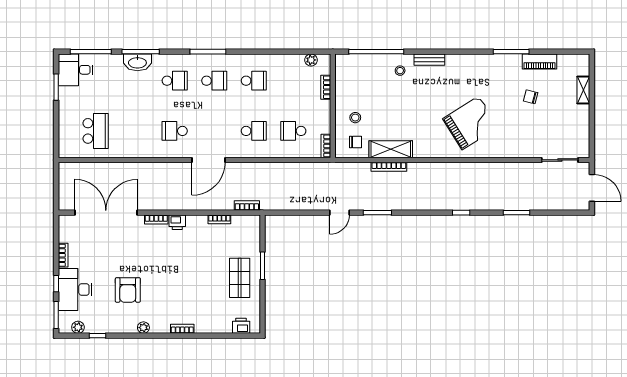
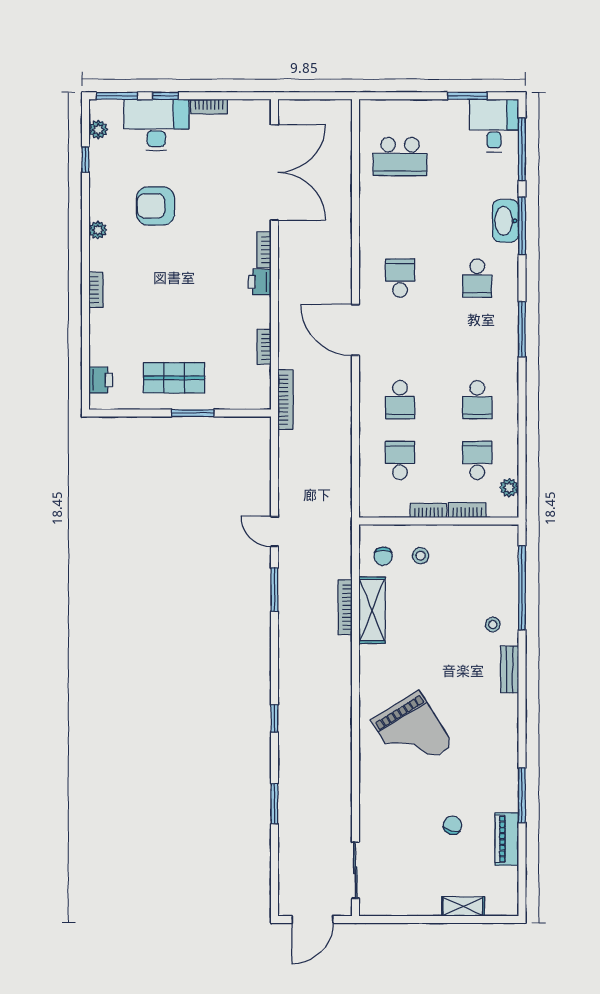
school desk: (214, 81) -> (477, 460), moved, turned 180
bookcase: (326, 146) -> (428, 510), moved
bookcase: (247, 206) -> (285, 400), width x1.56

